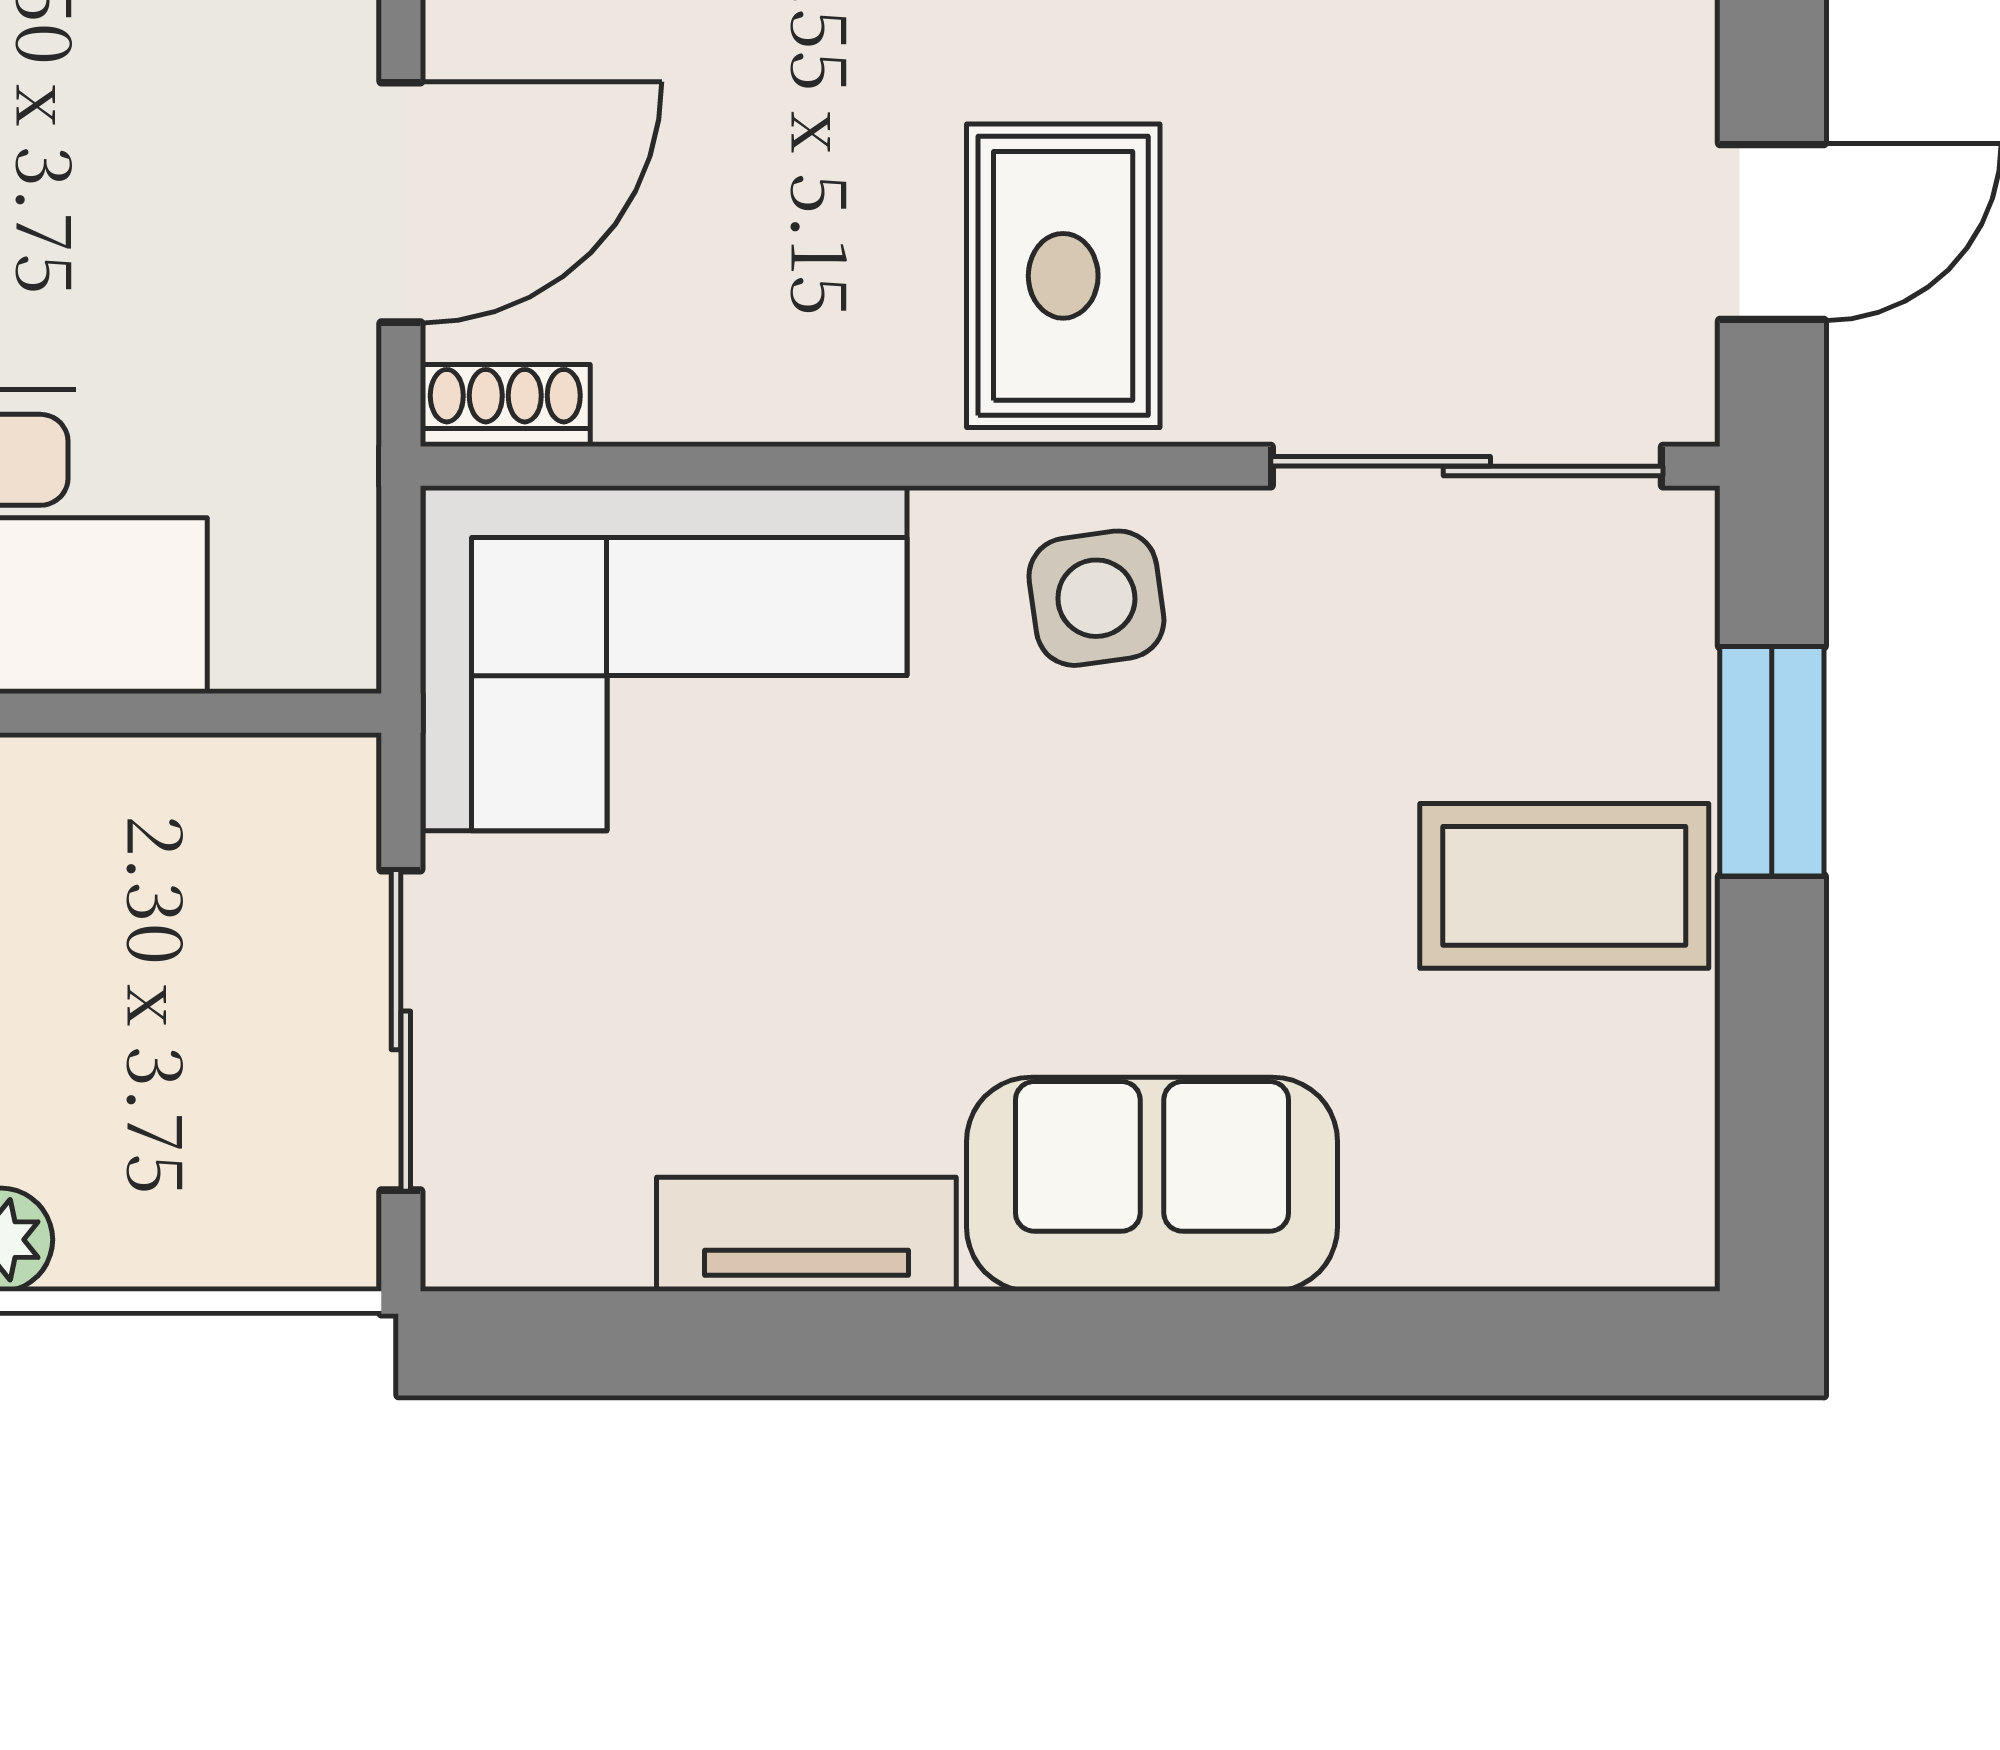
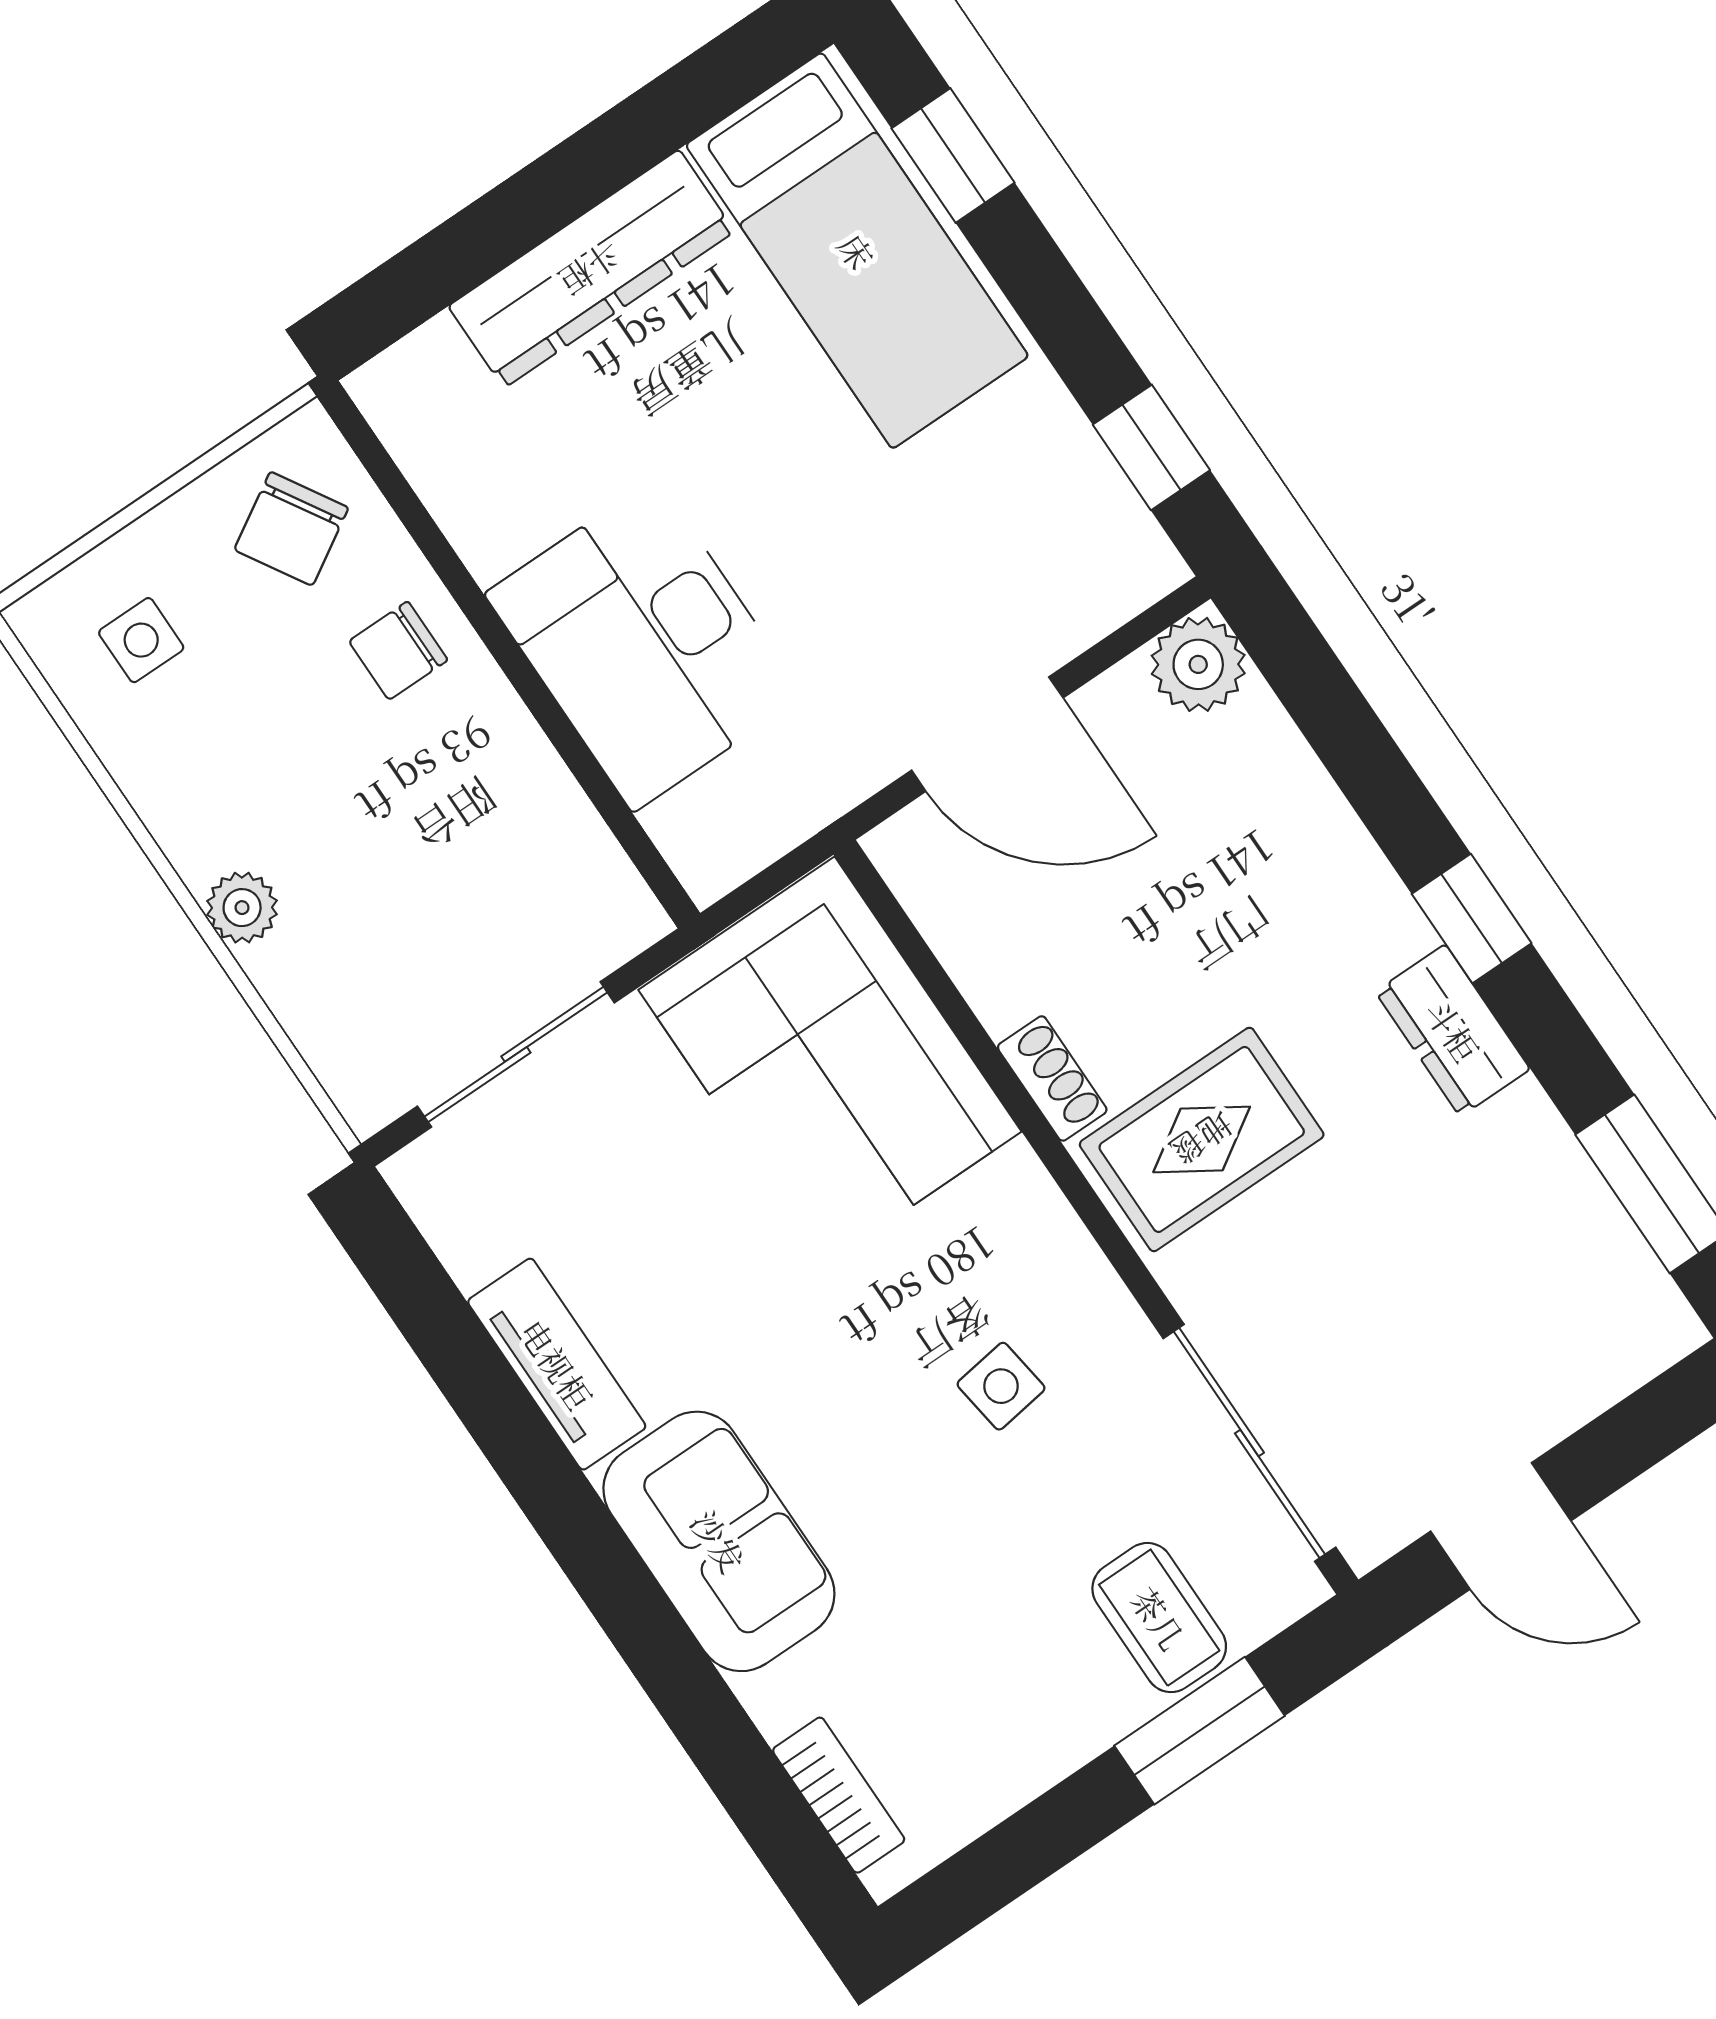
shoe rack: (505, 406) -> (1052, 1078), moved
side table: (1096, 598) -> (1001, 1386), moved, width x0.73, depth x0.73
coffee table: (1564, 886) -> (1159, 1618), moved, width x0.73, depth x0.77
bookcase: (1555, 1248) -> (839, 1795), added

